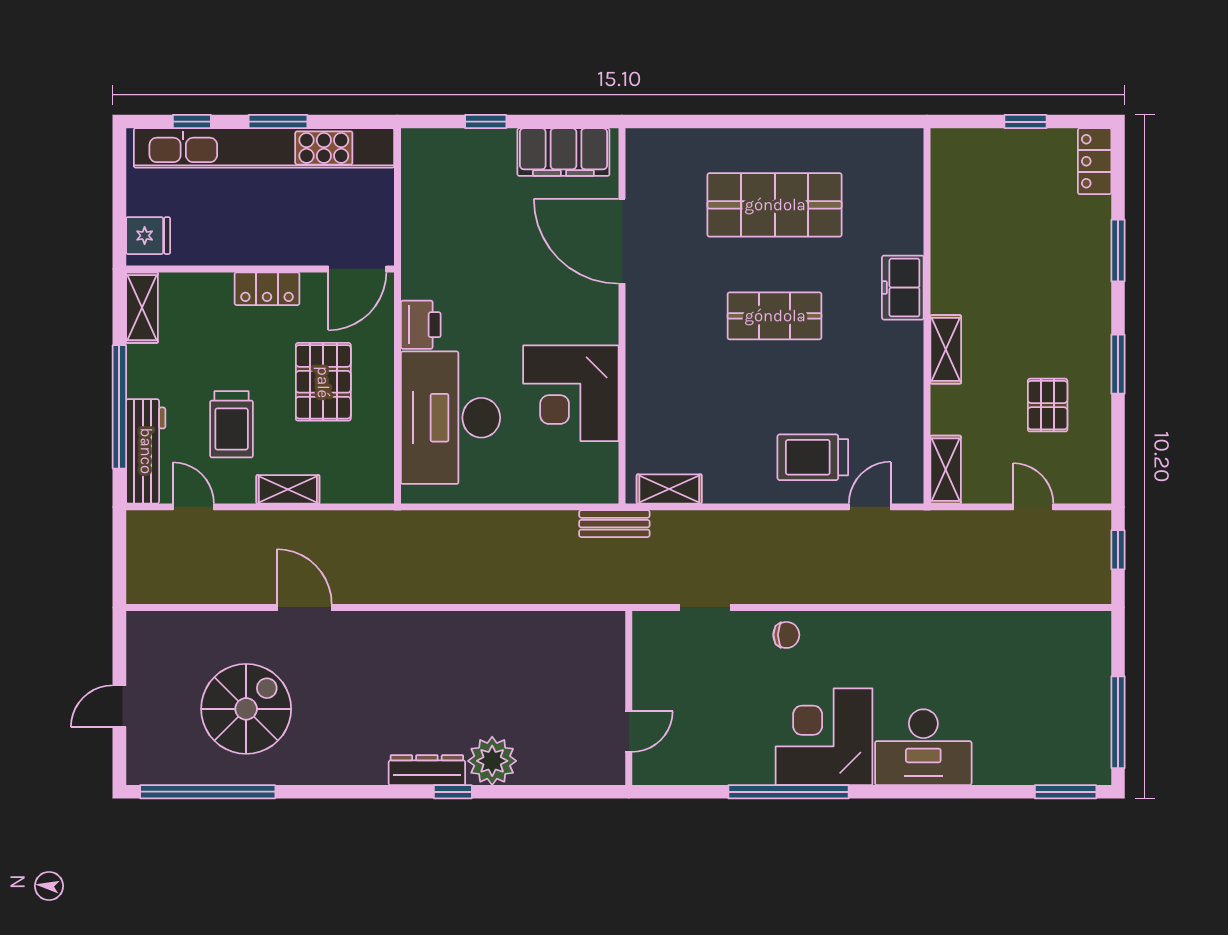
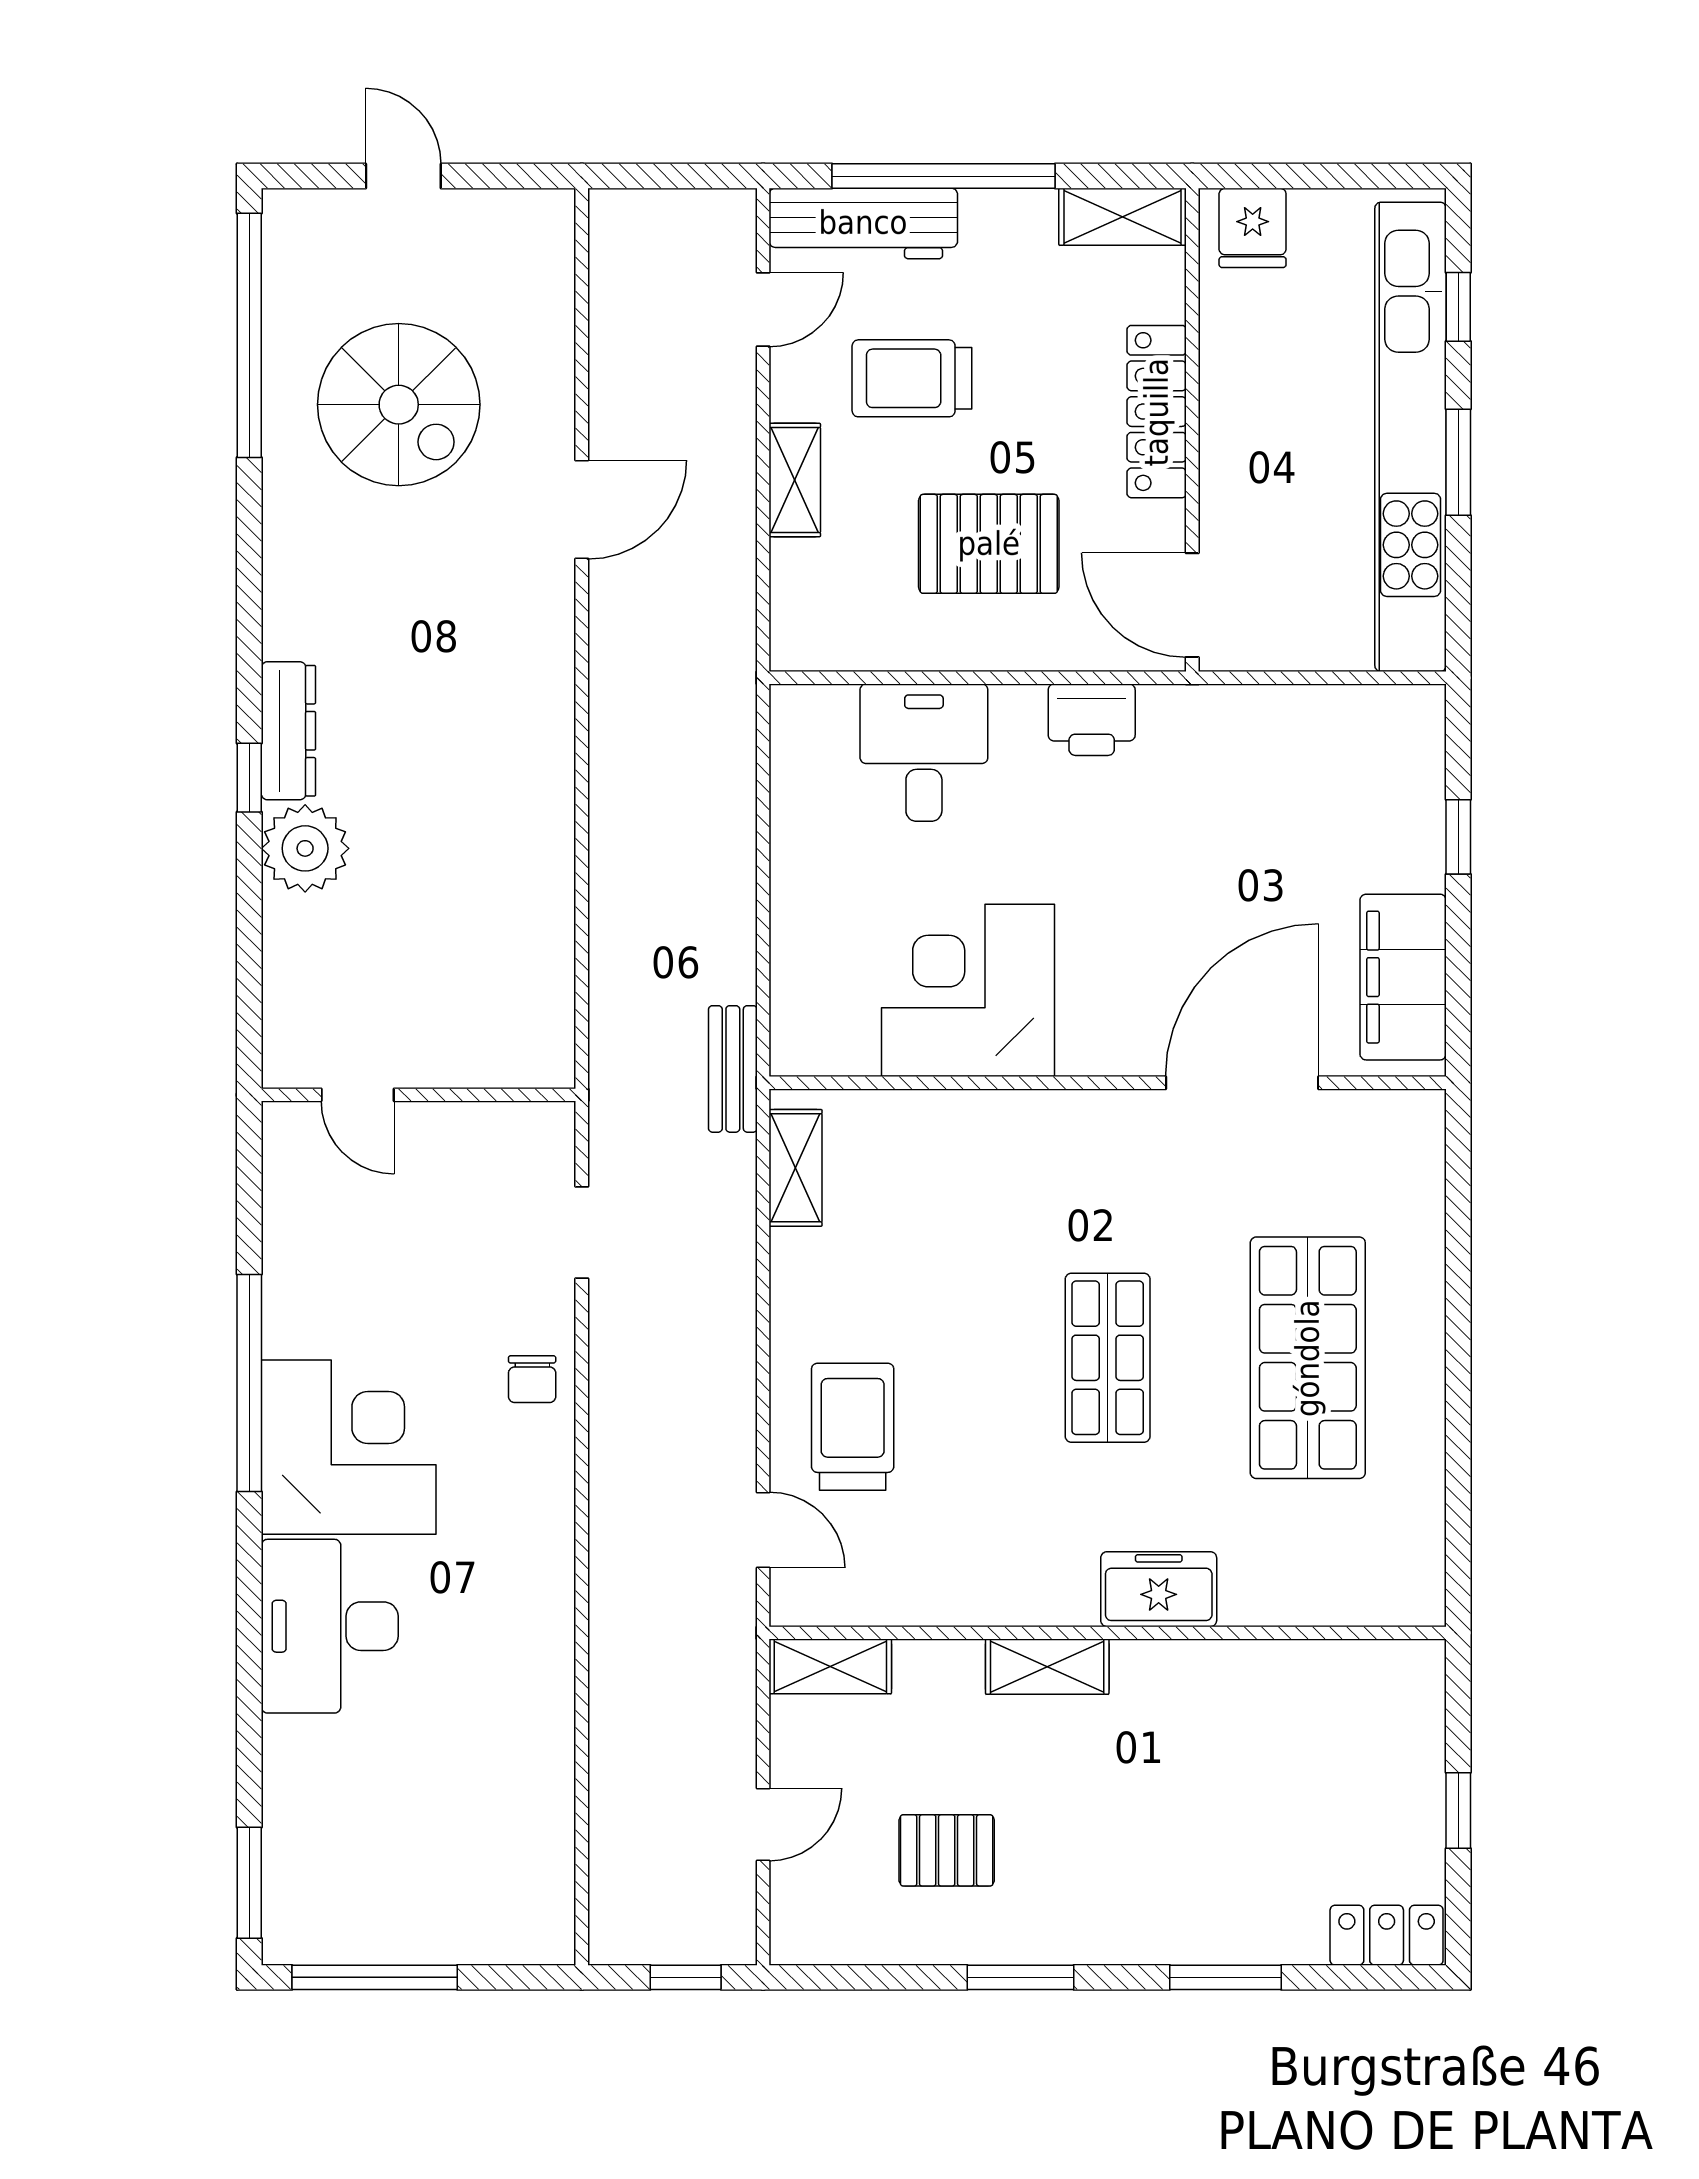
locker: (267, 289) -> (1157, 412), width x1.53
desk: (450, 418) -> (924, 753), width x0.53, depth x0.77

